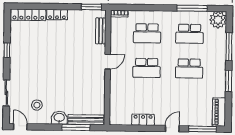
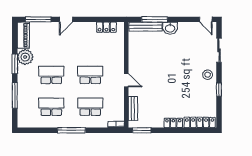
window: (192, 8) -> (71, 130), moved
plant: (218, 20) -> (25, 57), moved
door: (108, 62) -> (126, 80), swing flipped
stool: (37, 105) -> (208, 75), moved
locker: (143, 120) -> (106, 27), moved

